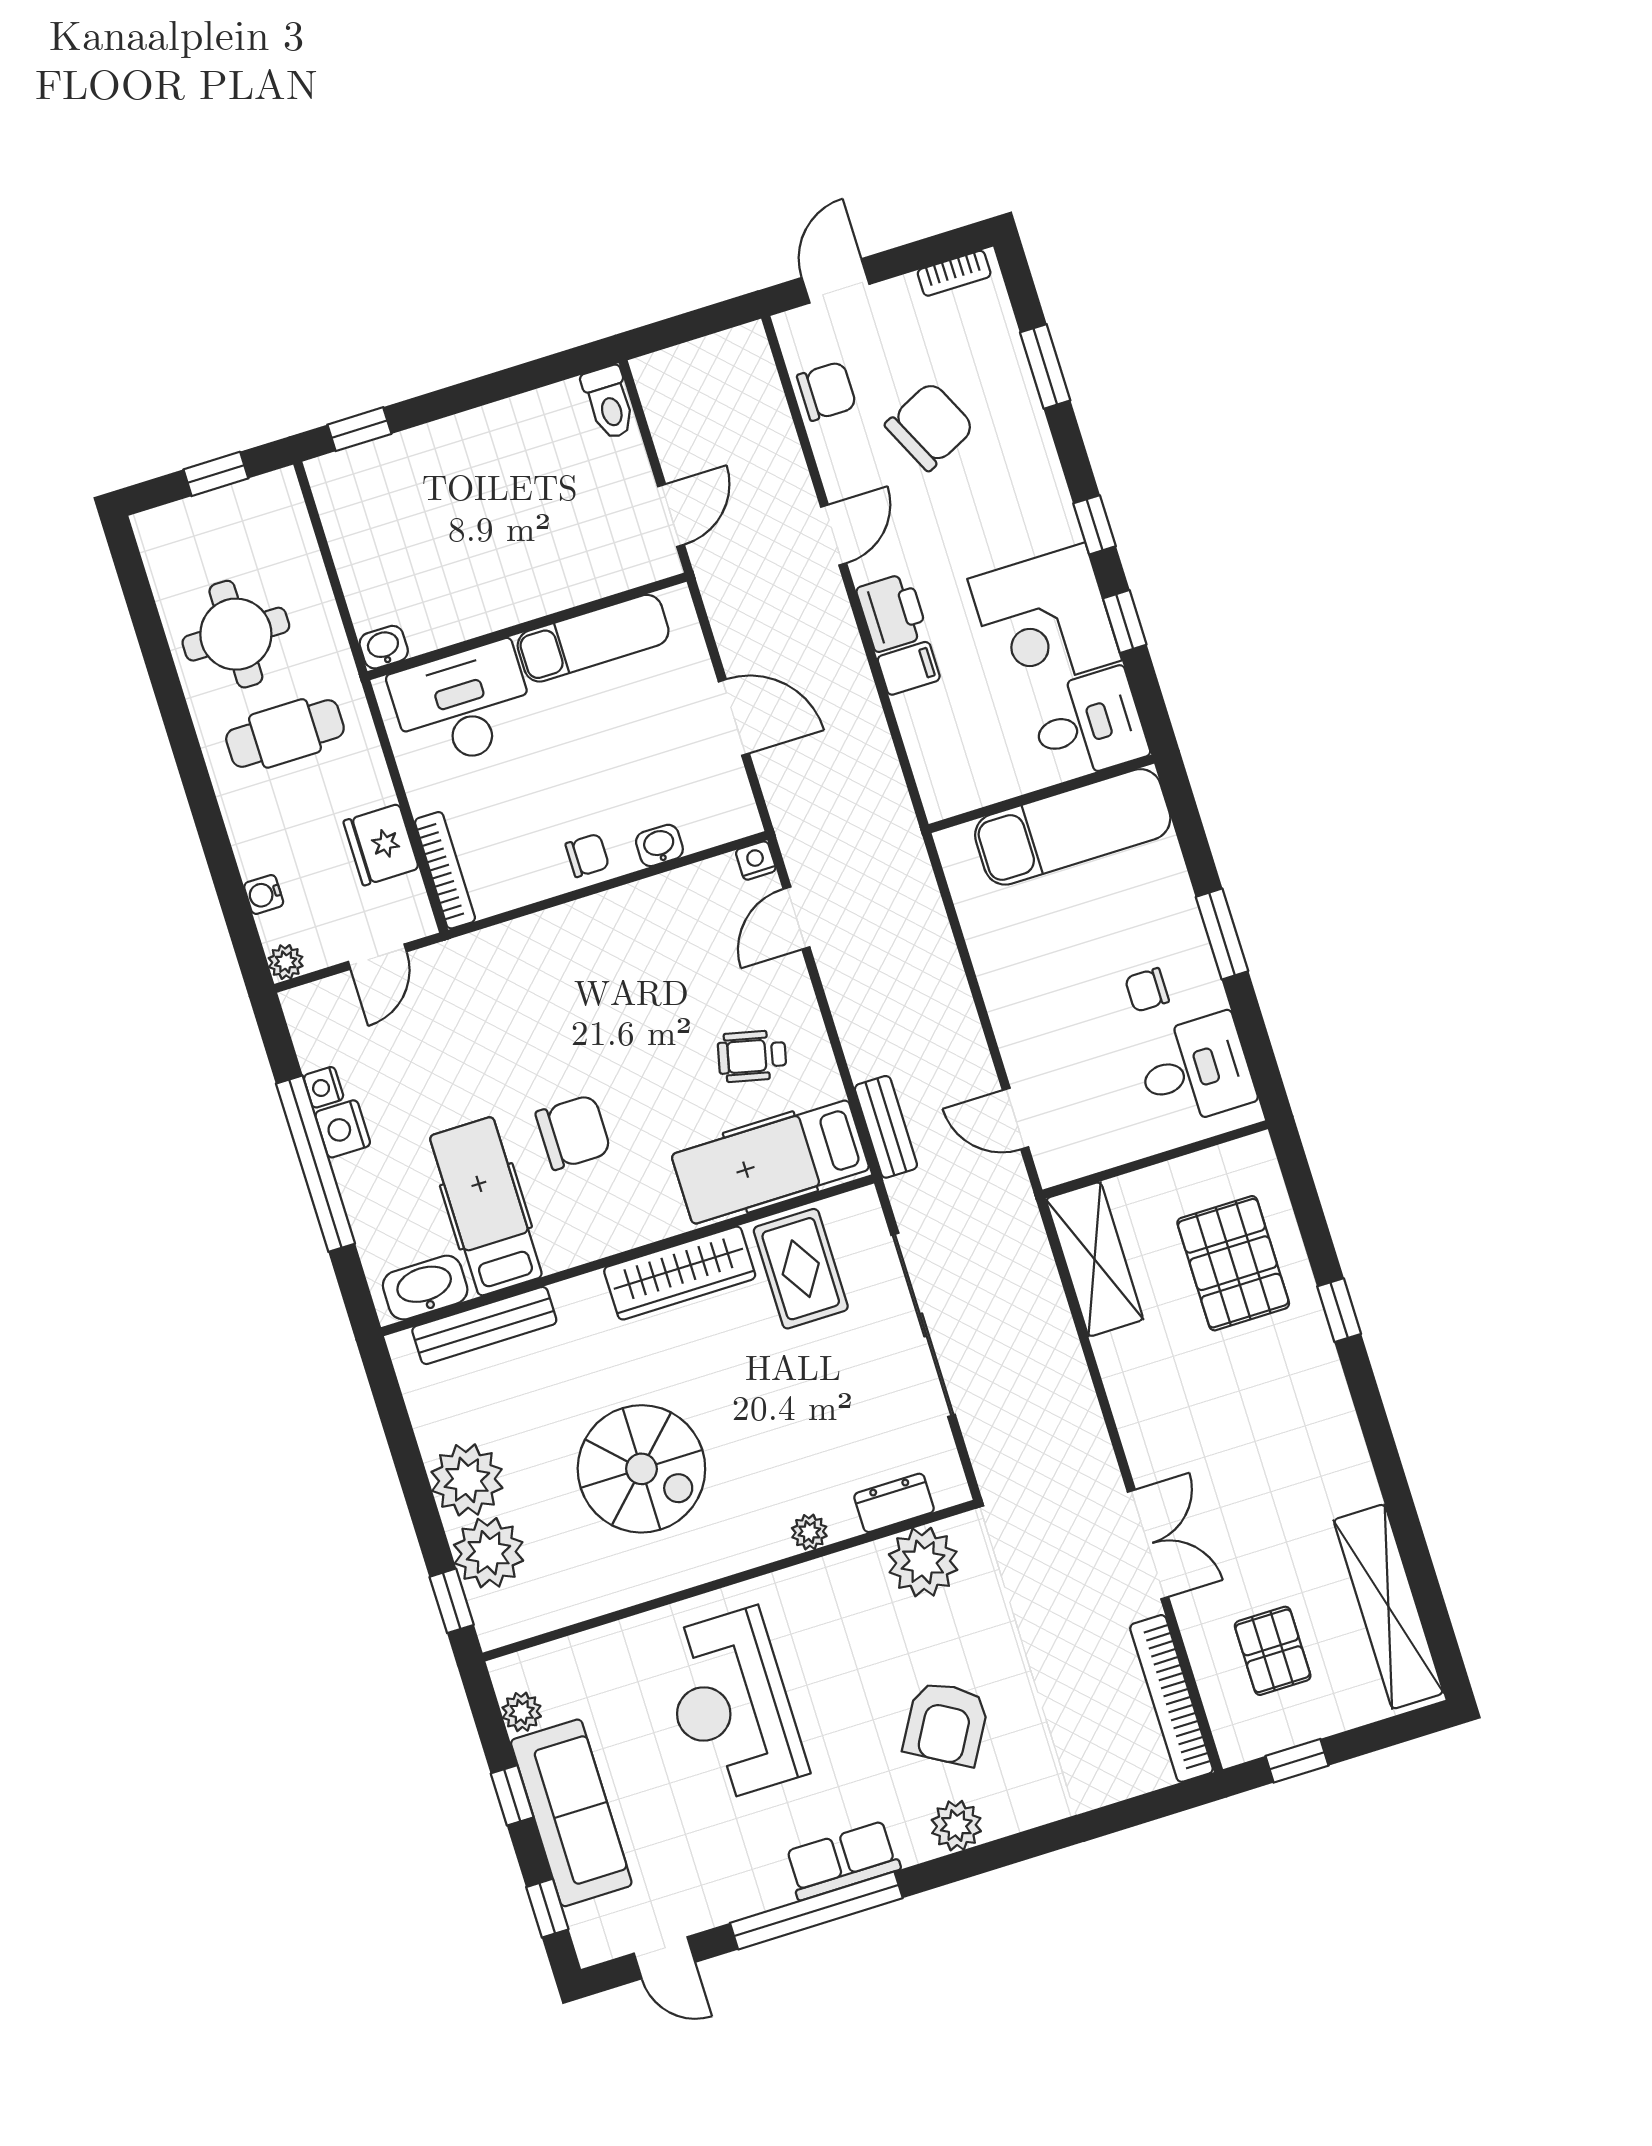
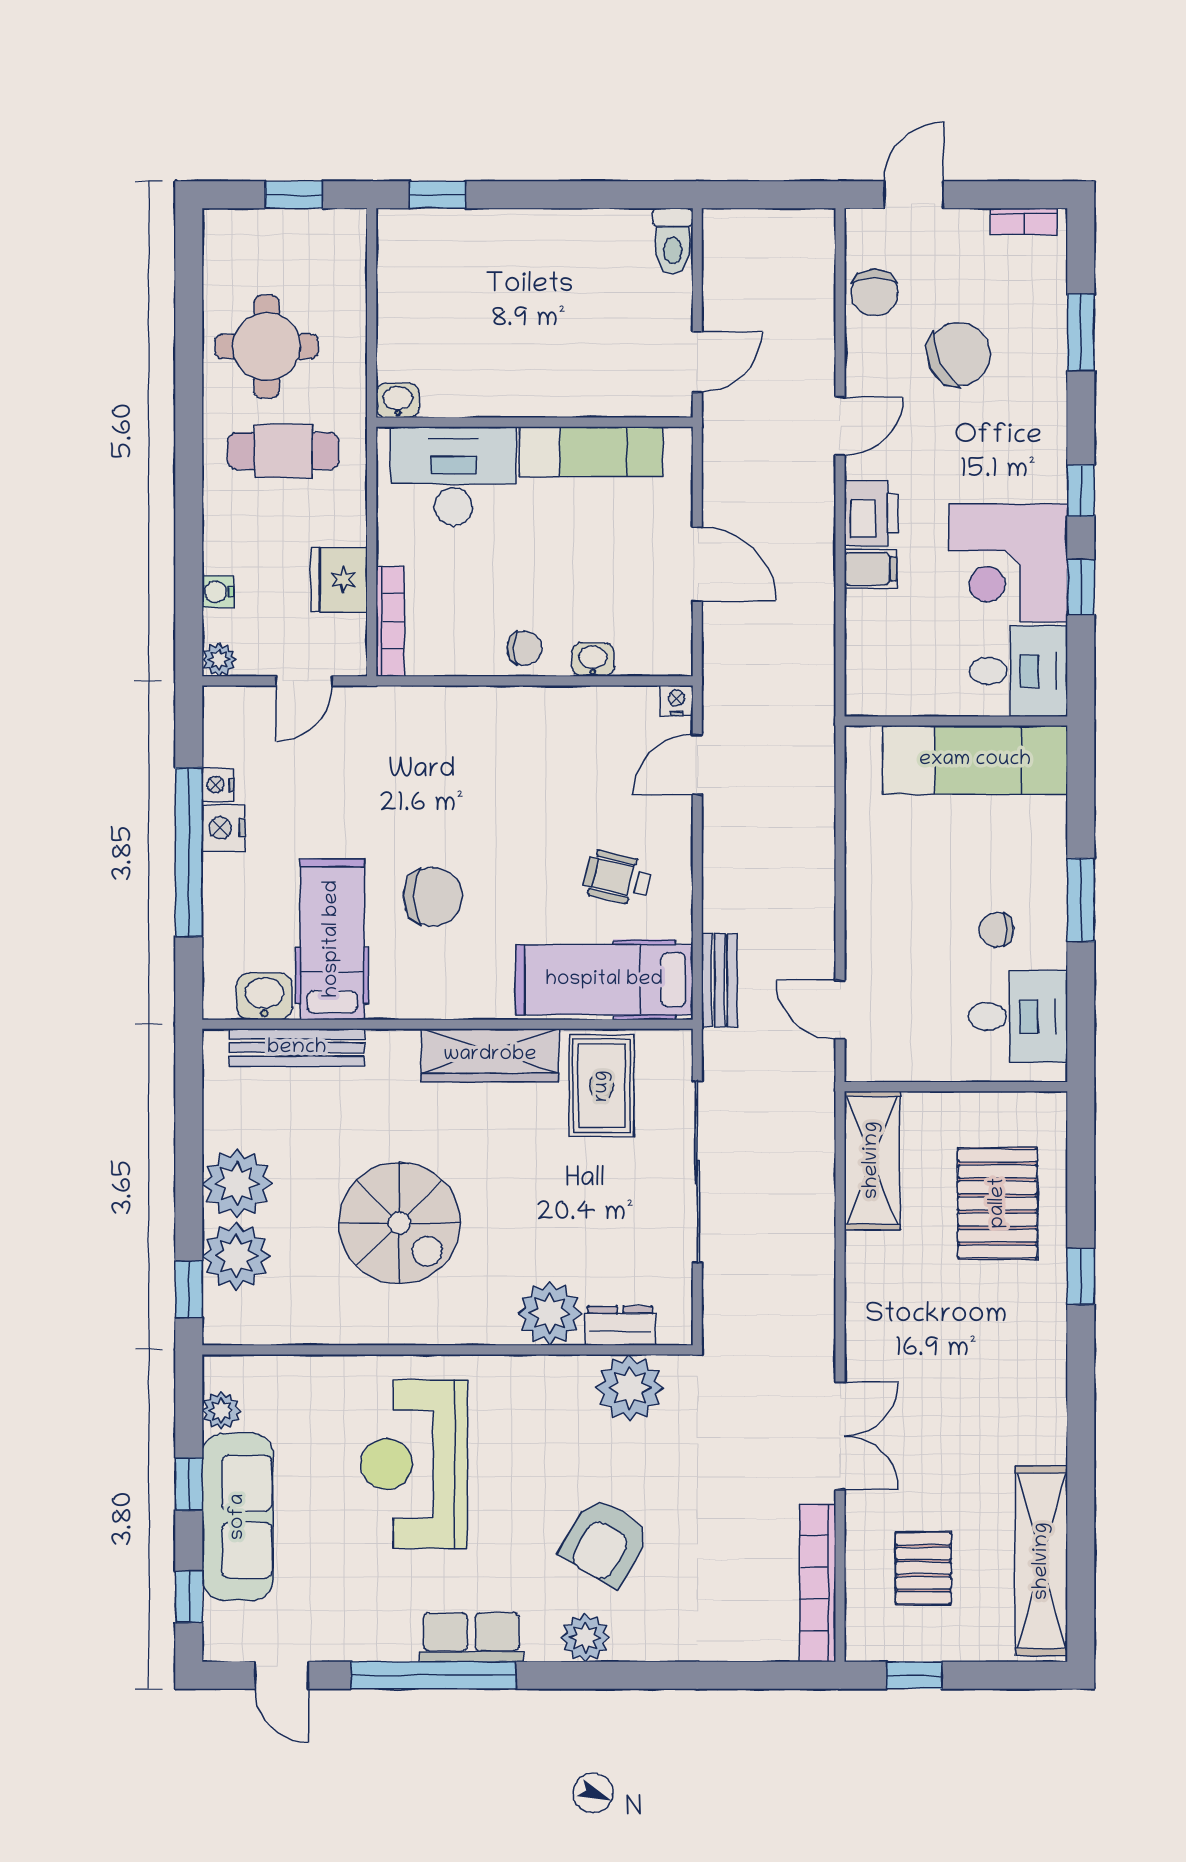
chair: (827, 391) -> (874, 293), turned 90
washbasin: (425, 1288) -> (264, 996), width x0.72
plant: (809, 1532) -> (550, 1313), width x1.87, depth x1.87

